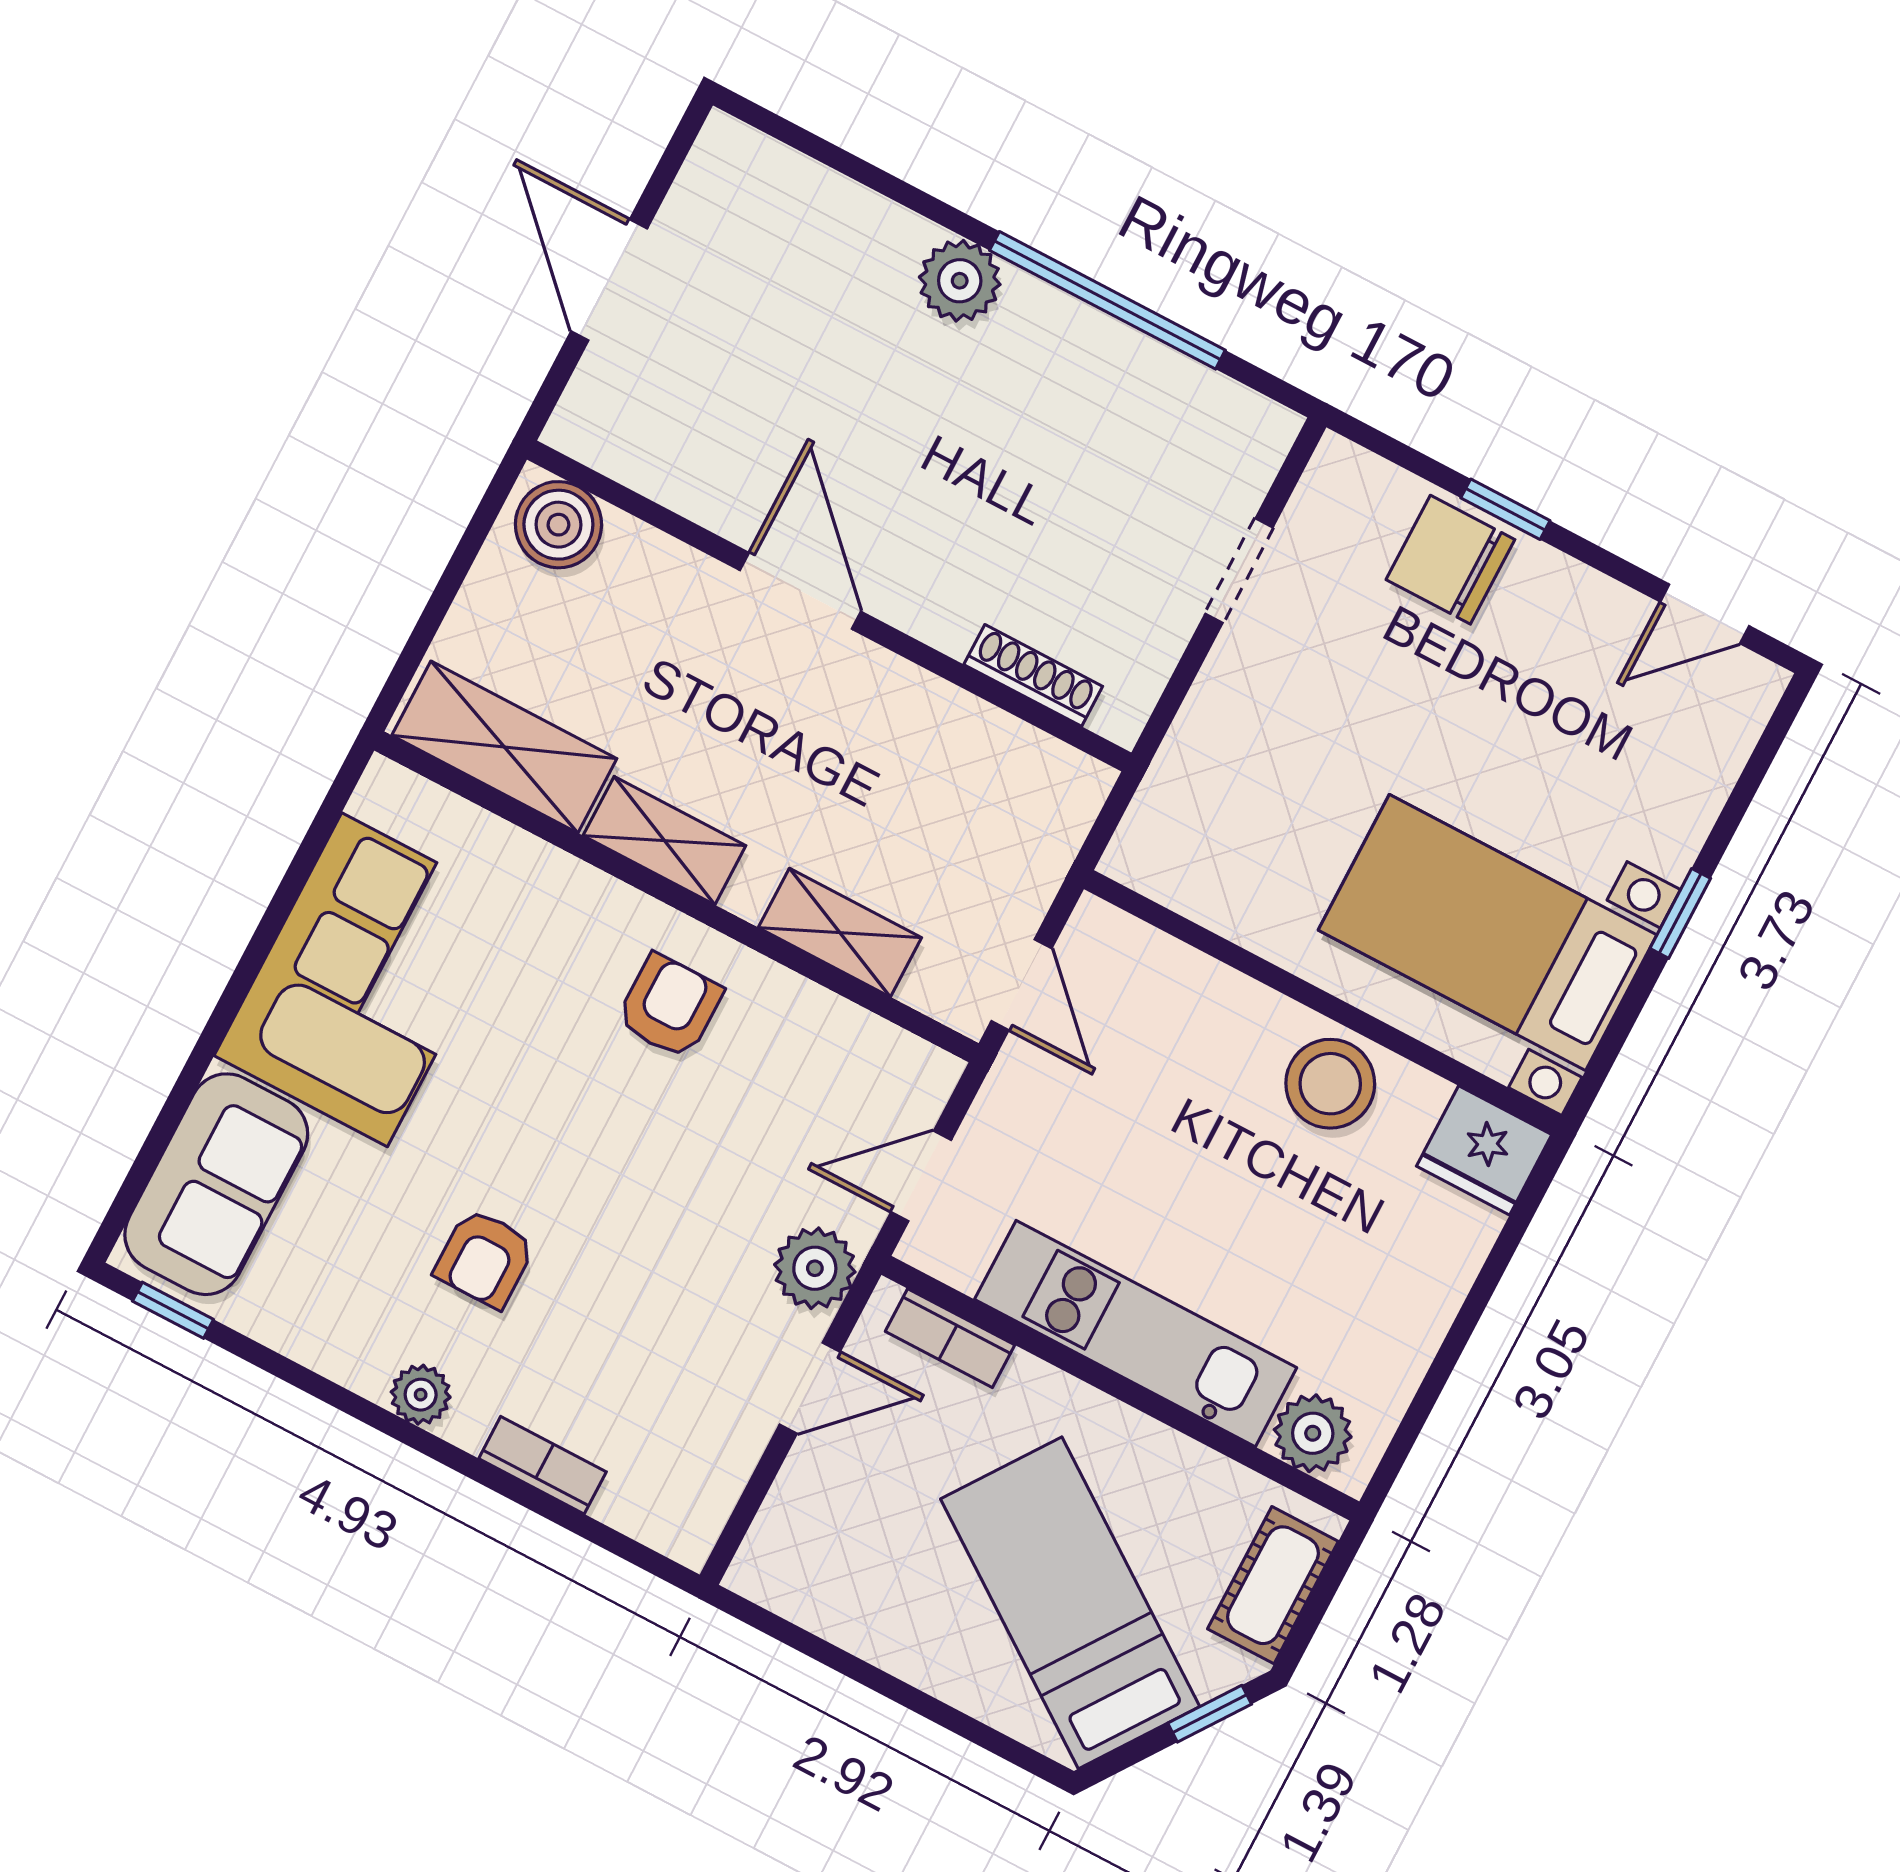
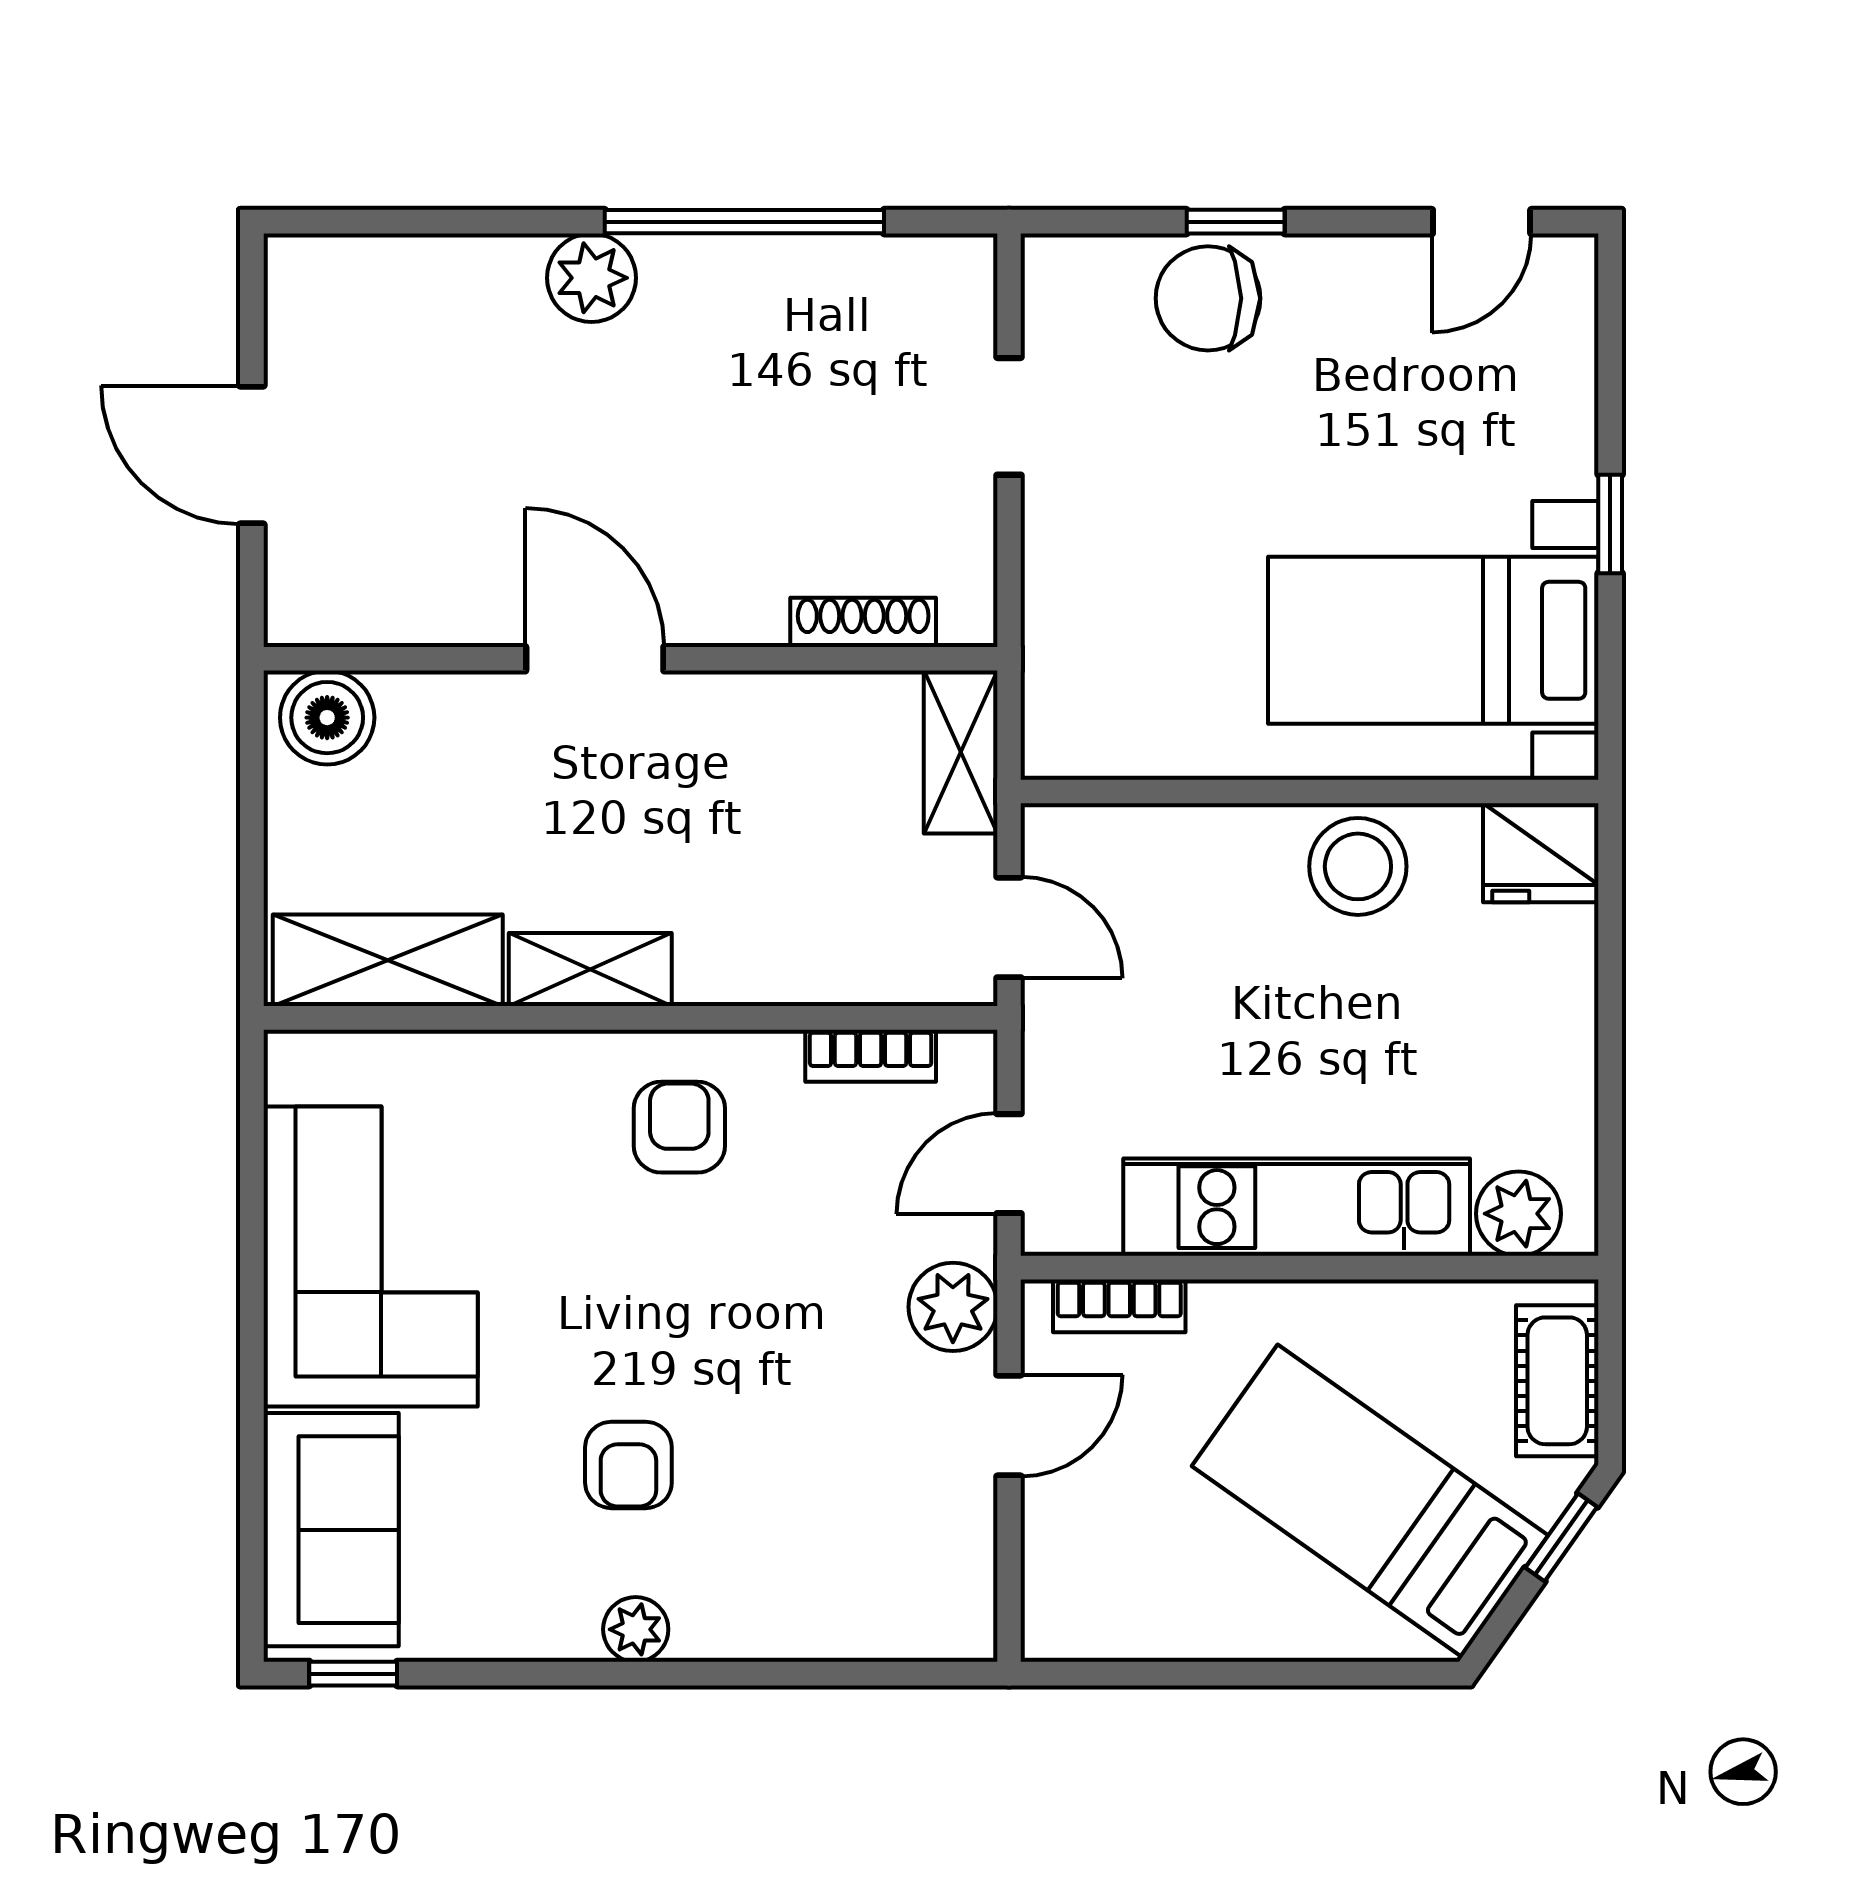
shelving: (840, 933) -> (961, 752), moved, turned 90
bookcase: (542, 1465) -> (871, 1056), moved, turned 180

